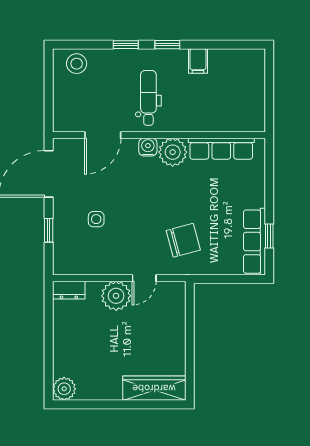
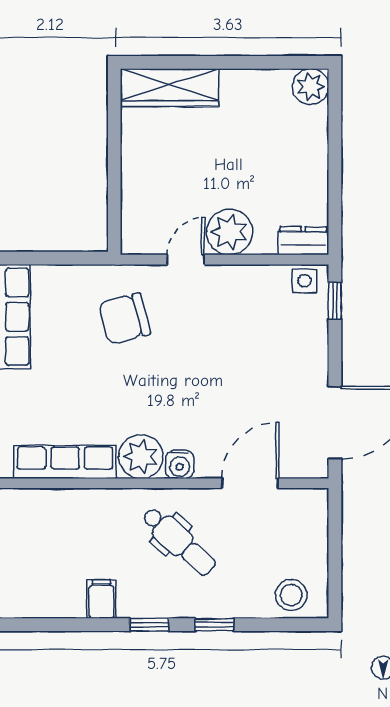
dental chair: (148, 98) -> (179, 541), turned -48
side table: (96, 219) -> (304, 281), moved
window: (49, 230) -> (335, 301), moved

